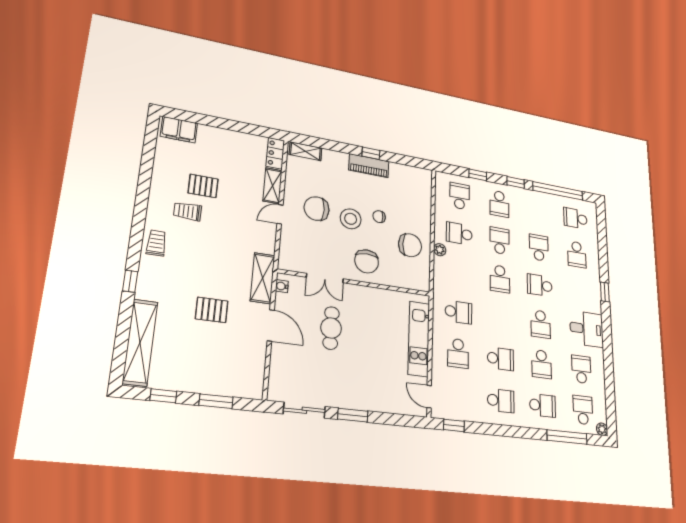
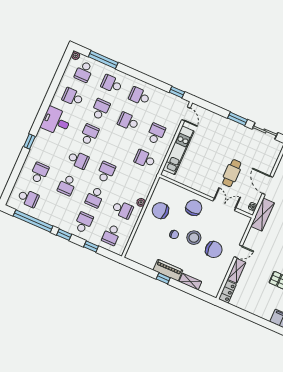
shelving: (305, 151) -> (190, 282), moved
school desk: (581, 369) -> (73, 97), turned 90

